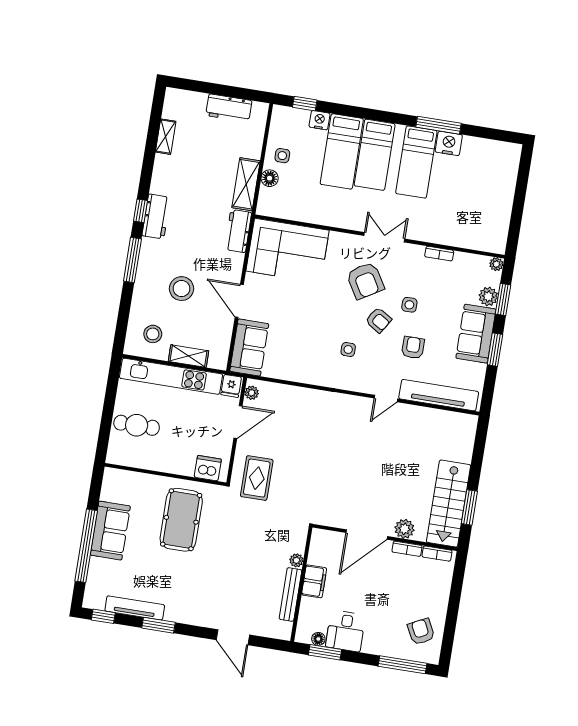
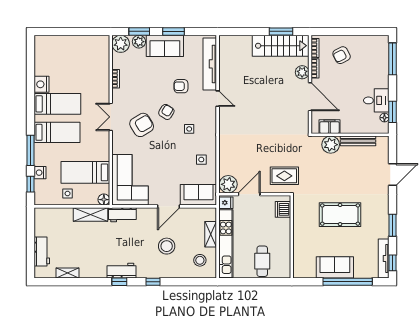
workbench: (229, 108) -> (42, 252), moved
window: (438, 125) -> (31, 150), moved
bed: (342, 151) -> (85, 172), moved, turned 180
floor lamp: (270, 178) -> (104, 200), moved
window: (132, 260) -> (153, 282), width x0.46
plant: (496, 264) -> (121, 44), width x1.88, depth x1.88
side table: (409, 305) -> (201, 160), moved
plant: (252, 393) -> (228, 184), width x1.88, depth x1.88
door: (238, 422) -> (249, 194), hinge flipped
pool table: (181, 520) -> (340, 215), moved
plant: (296, 560) -> (331, 145), width x1.88, depth x1.88
filing cabinet: (314, 581) -> (329, 127), moved
tv unit: (135, 608) -> (384, 258), moved
armchair: (421, 632) -> (342, 55), moved

